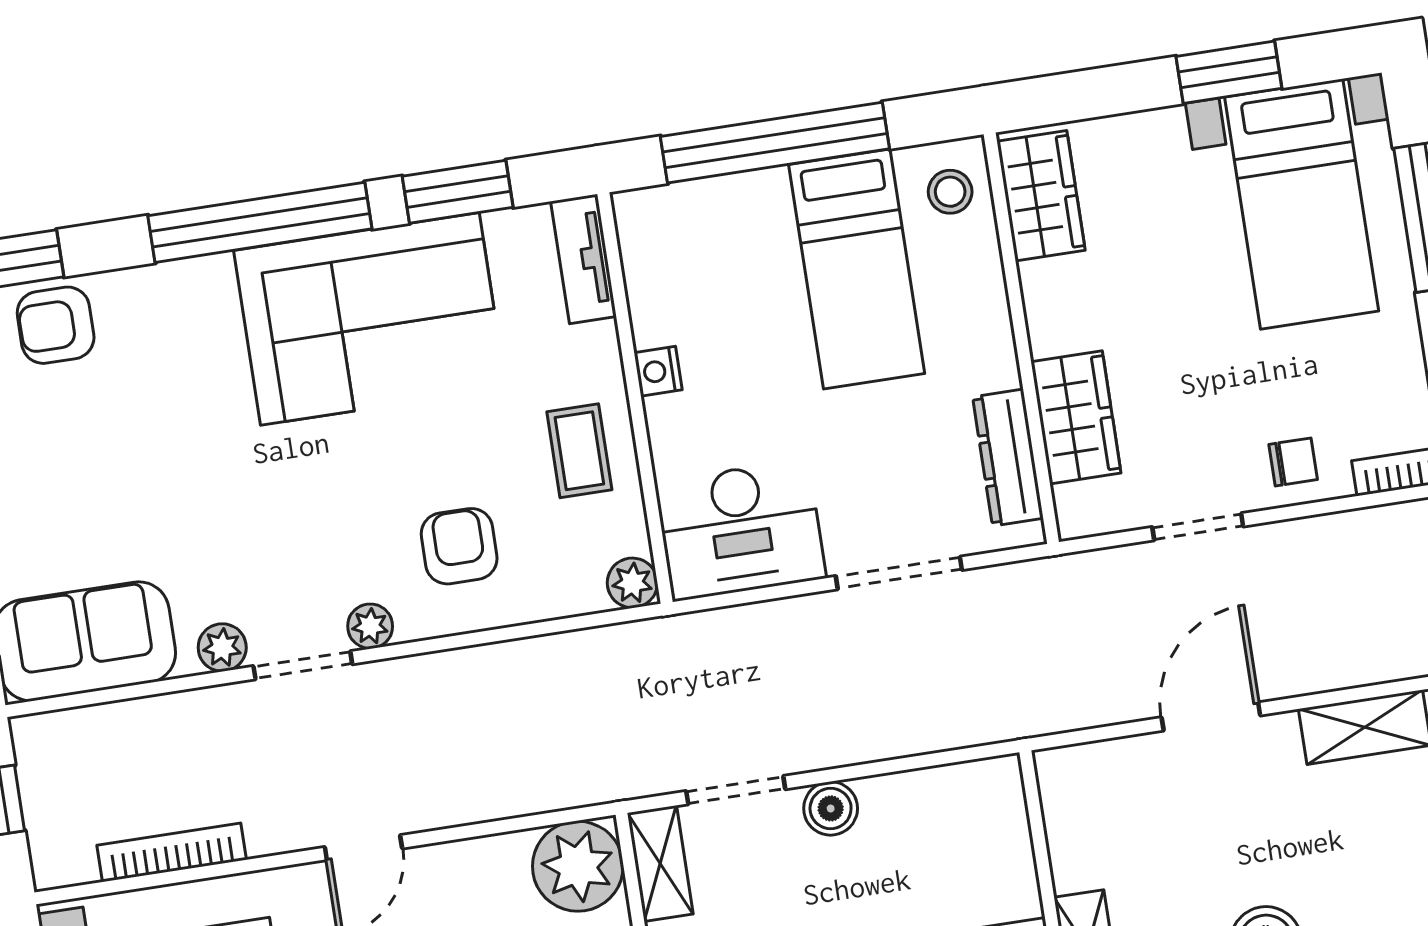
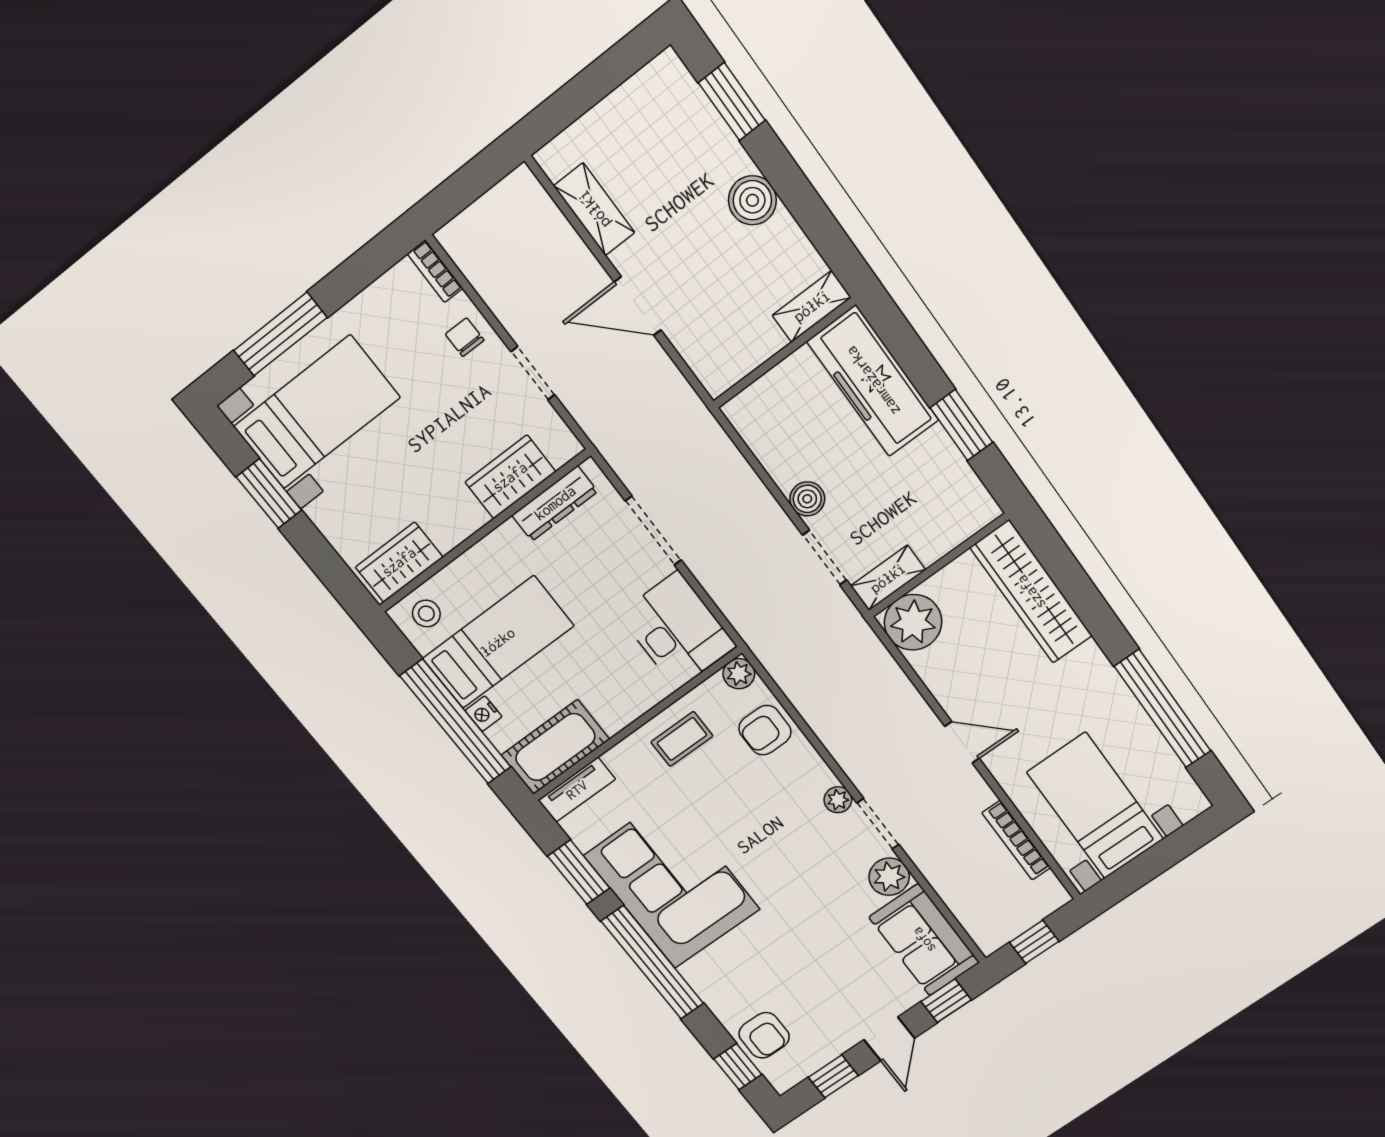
cot: (663, 264) -> (555, 747), added
nightstand: (658, 371) -> (484, 714), moved, turned 90
armchair: (459, 546) -> (765, 730), moved
plant: (222, 648) -> (889, 877), width x1.38, depth x1.38

